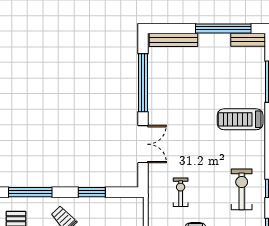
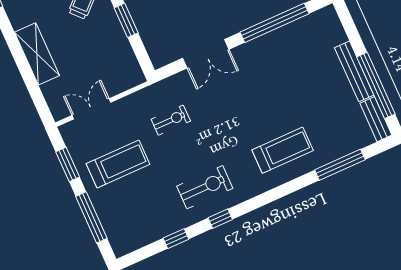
bench: (173, 40) -> (354, 71), moved
treadmill: (240, 119) -> (283, 150), turned 90

